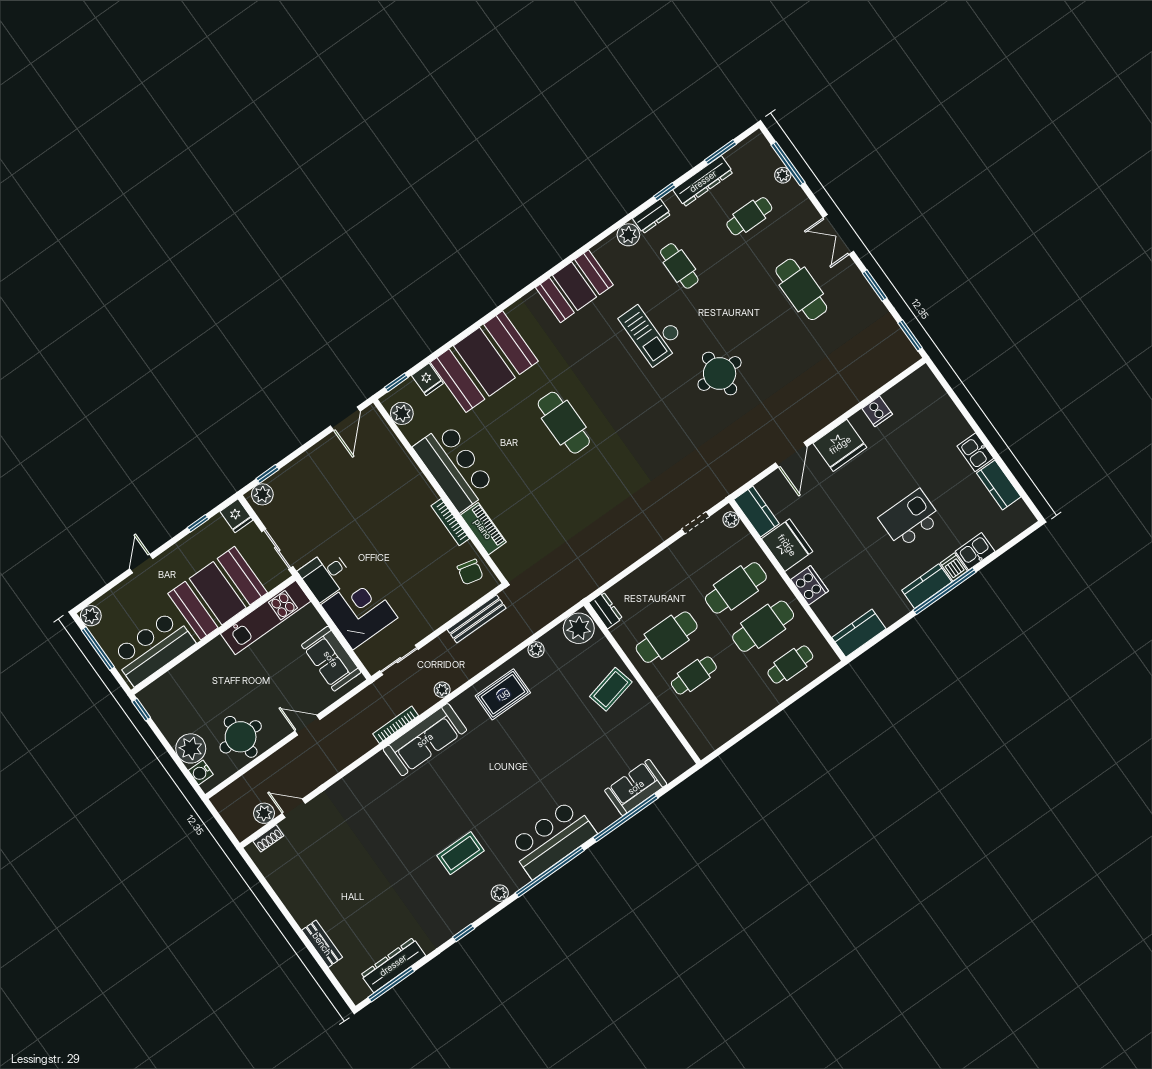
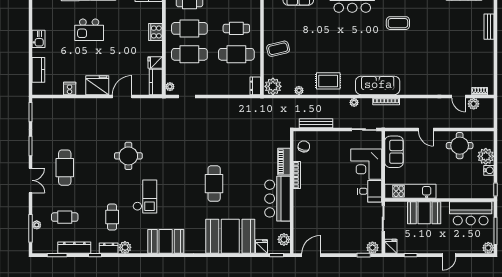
kitchen counter: (999, 485) -> (38, 70), moved
fridge: (787, 545) -> (155, 62), width x0.53, depth x0.75
booth: (218, 593) -> (424, 213), width x0.73, depth x0.70
water cooler: (201, 772) -> (489, 170), moved

